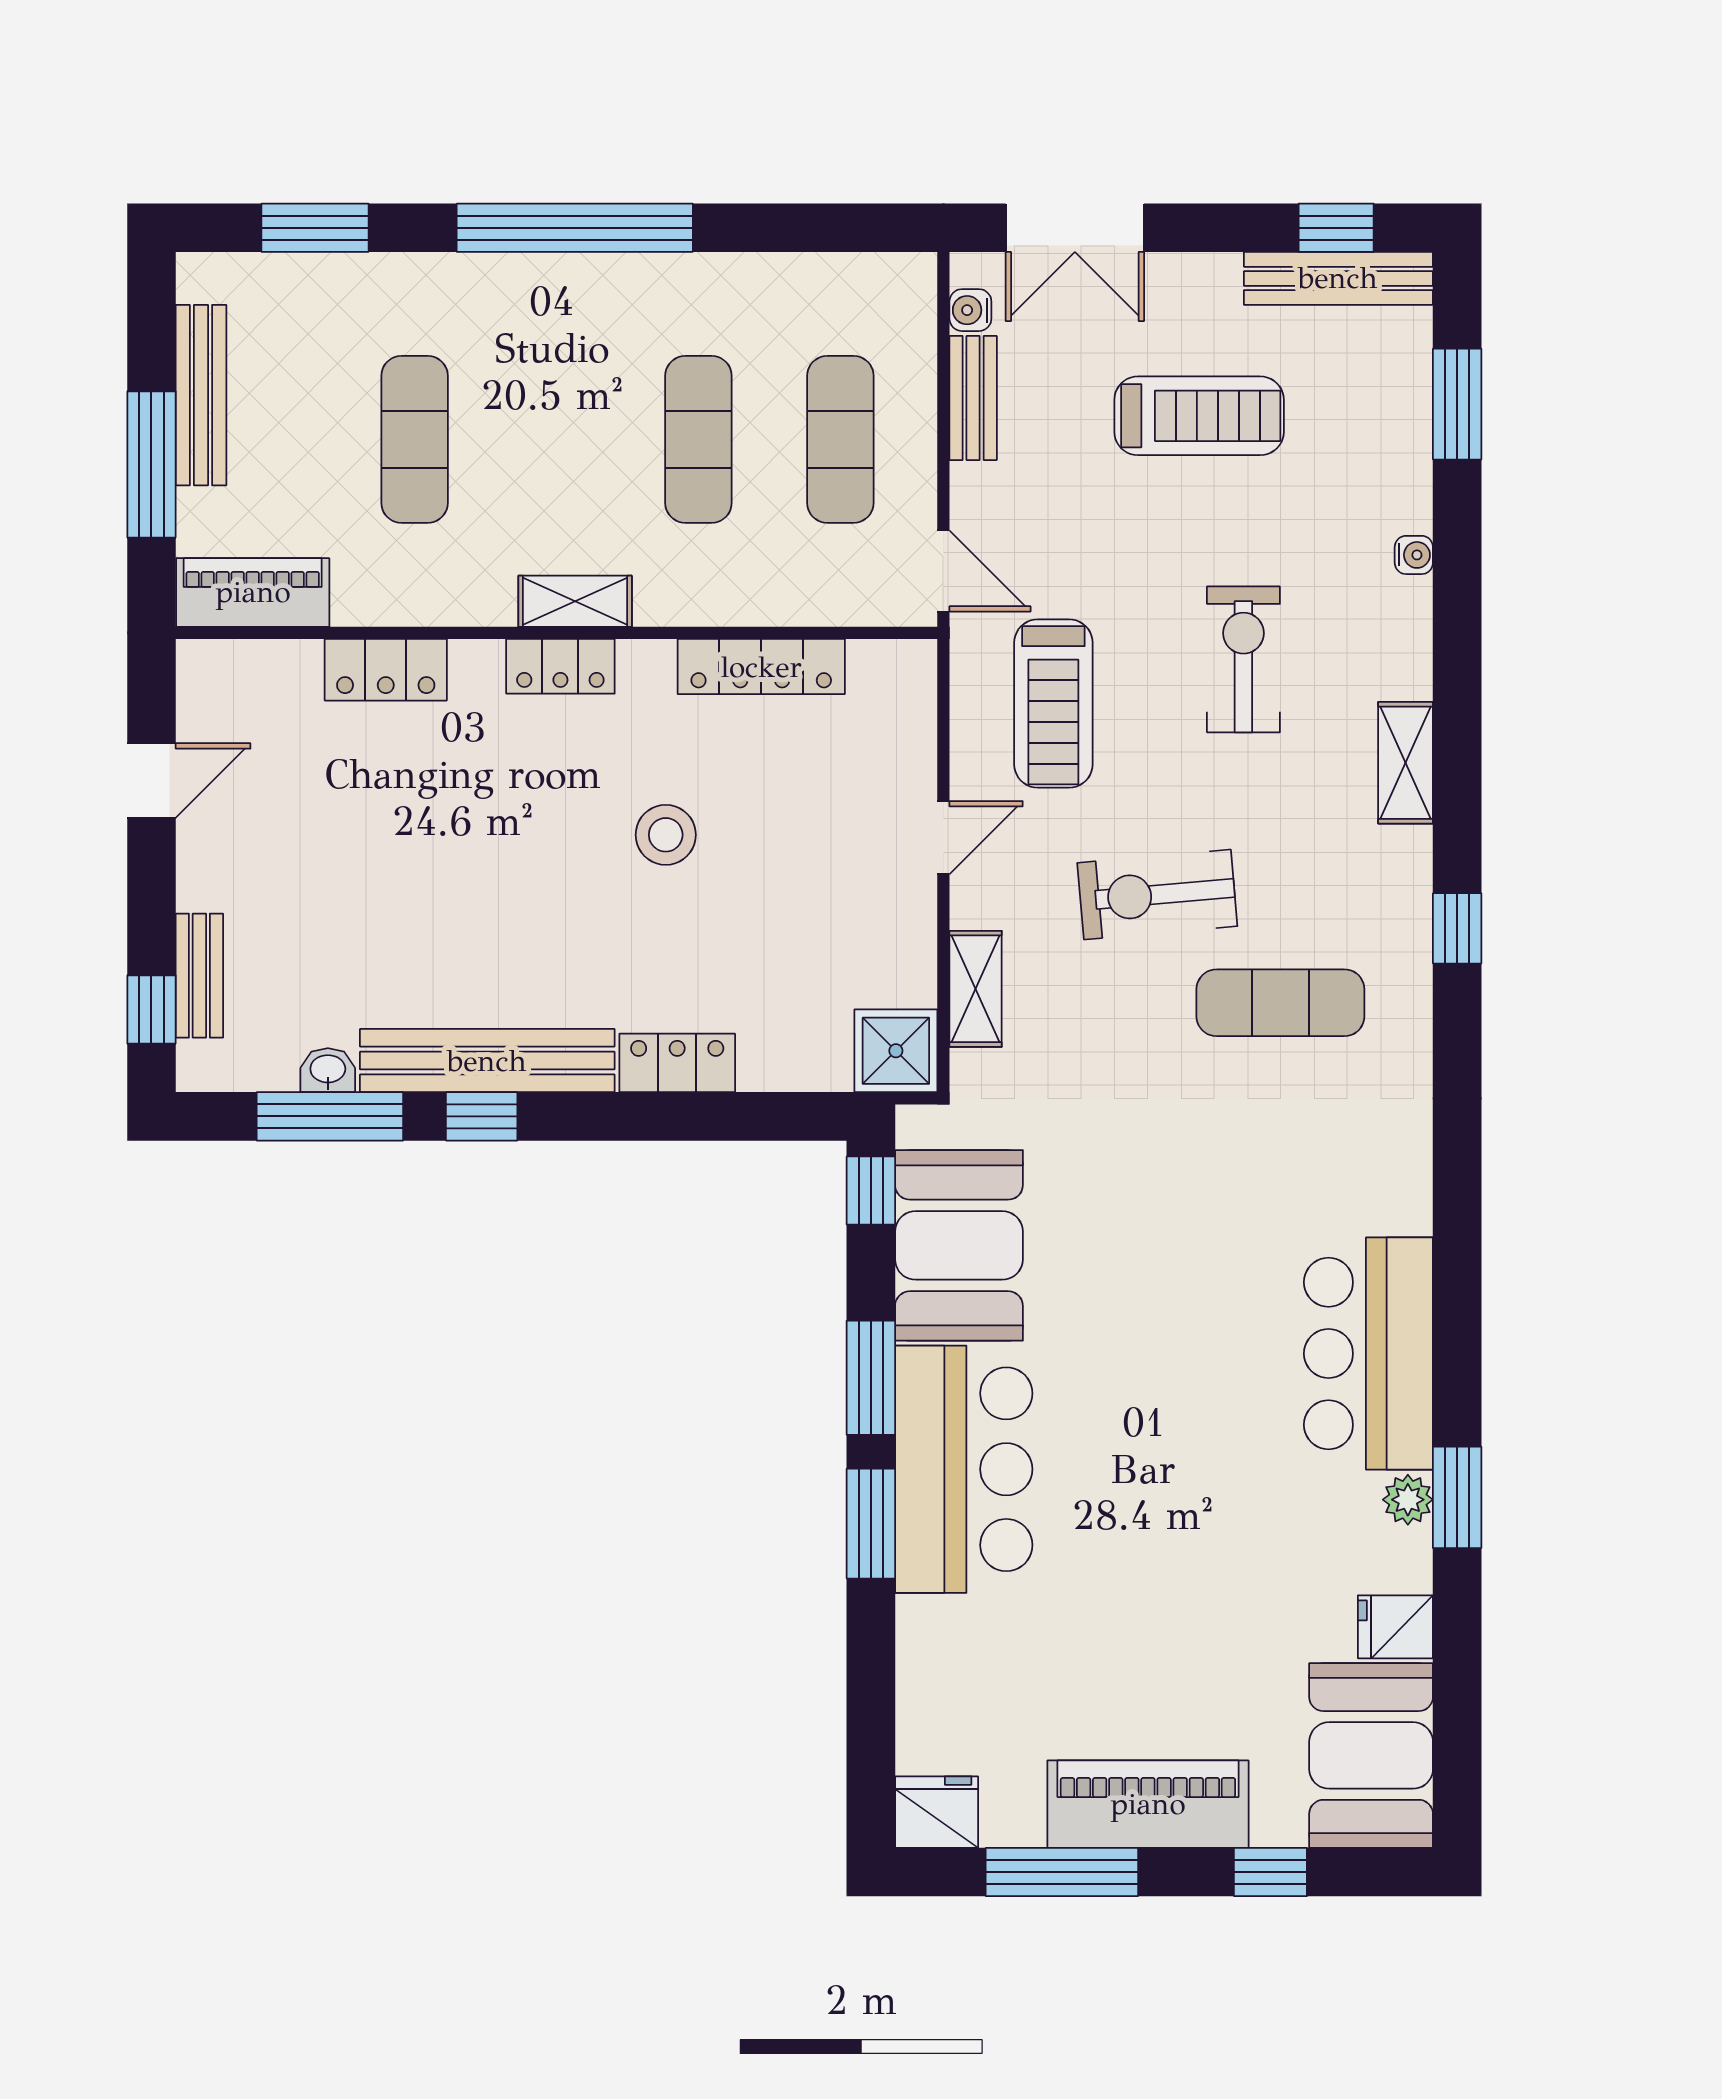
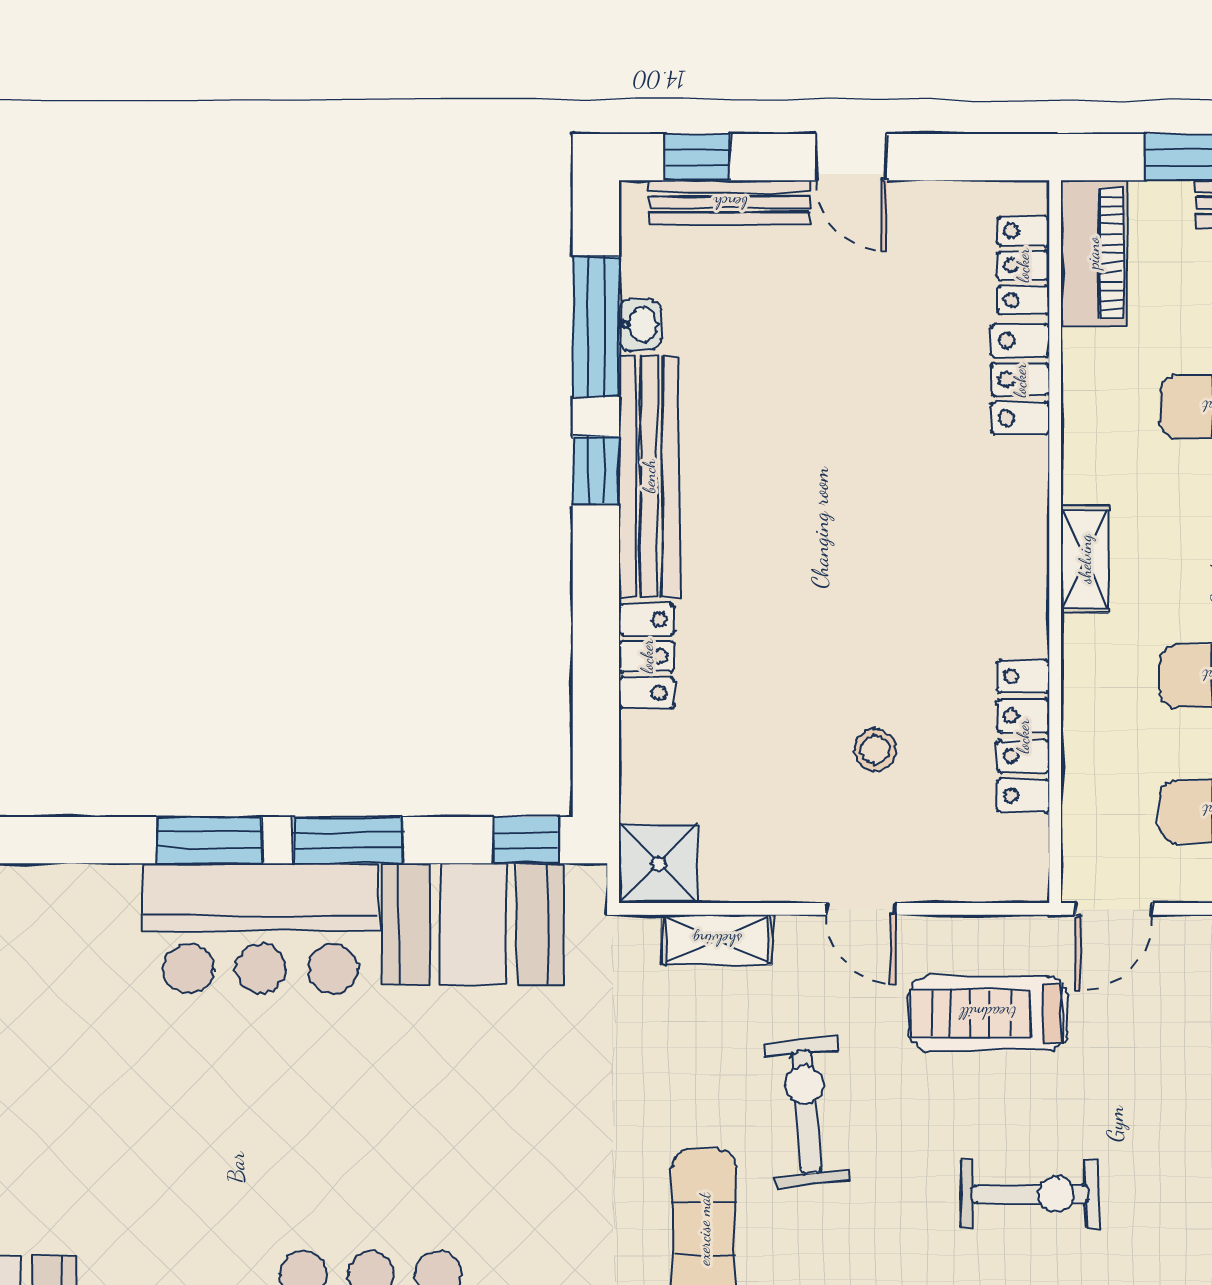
locker: (560, 666) -> (1023, 265), moved
door: (151, 781) -> (851, 157), moved
stool: (666, 835) -> (875, 750), moved, width x0.73, depth x0.73
bench: (199, 976) -> (730, 203), width x1.36

